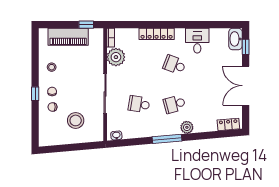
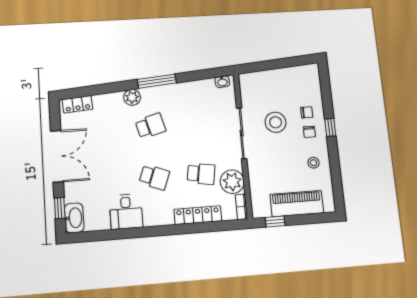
locker: (157, 34) -> (198, 215), moved
school desk: (139, 104) -> (201, 174), moved
stool: (76, 120) -> (276, 122), moved

